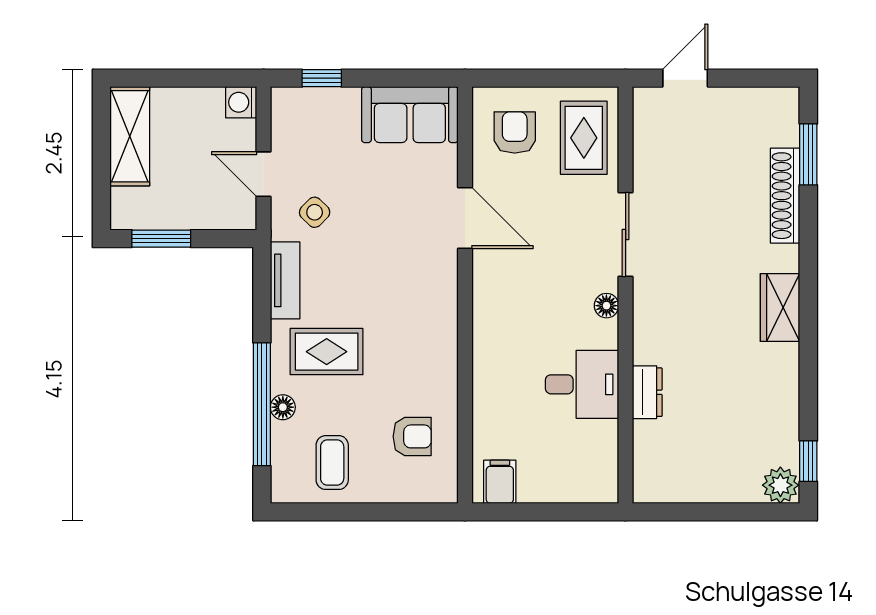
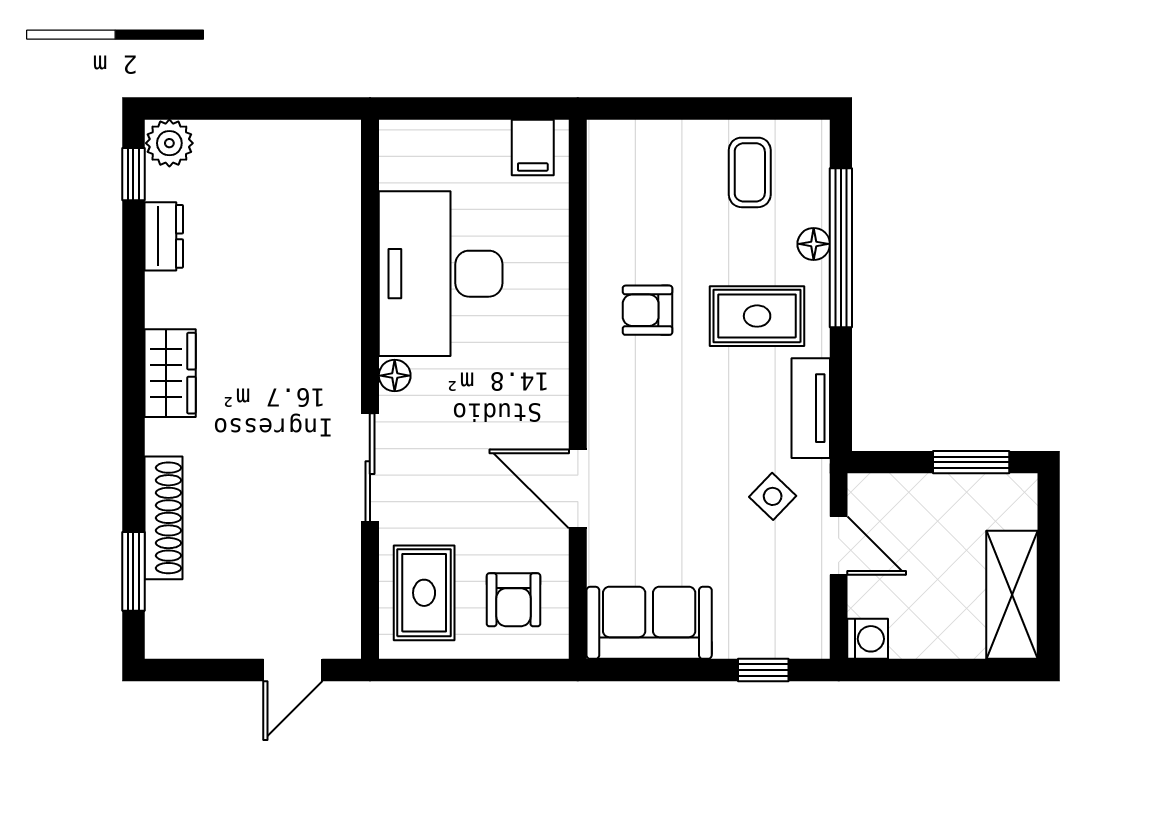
desk: (582, 384) -> (441, 274), width x1.87, depth x1.30
dresser: (647, 392) -> (164, 236), moved, turned 180
armchair: (412, 436) -> (648, 310), moved

